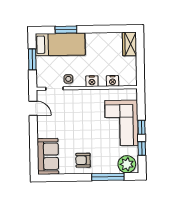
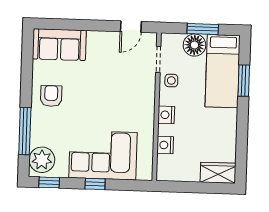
floor lamp: (43, 64) -> (194, 45), added
window: (142, 148) -> (49, 182), moved

